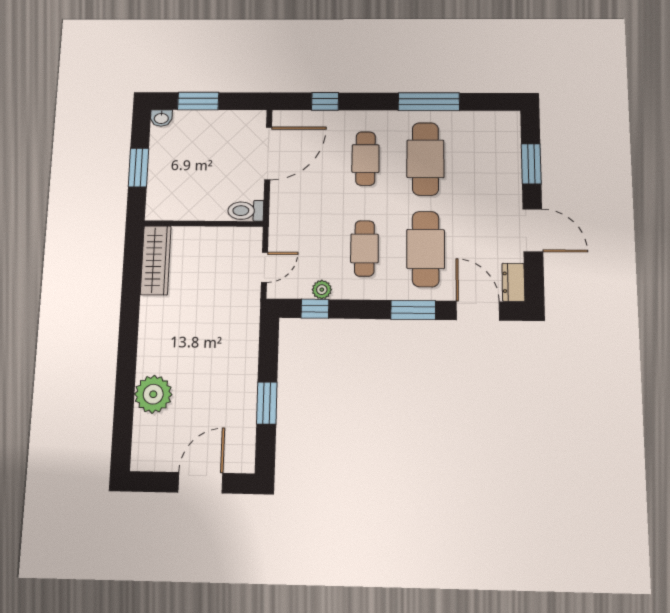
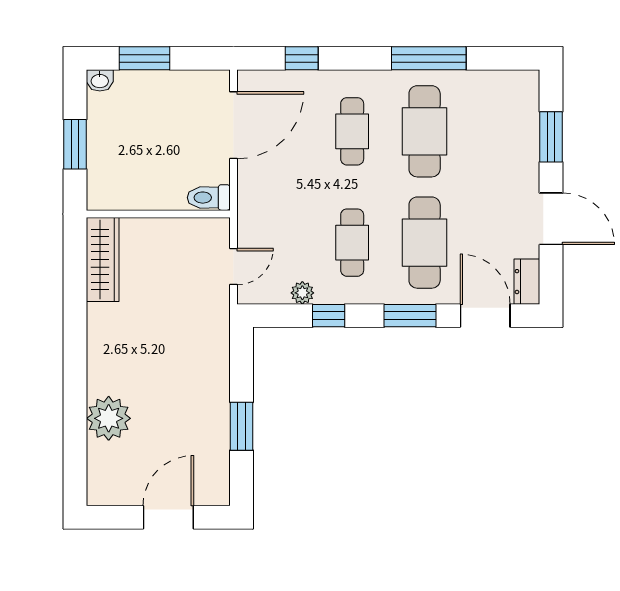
window: (315, 309) -> (329, 316), moved

